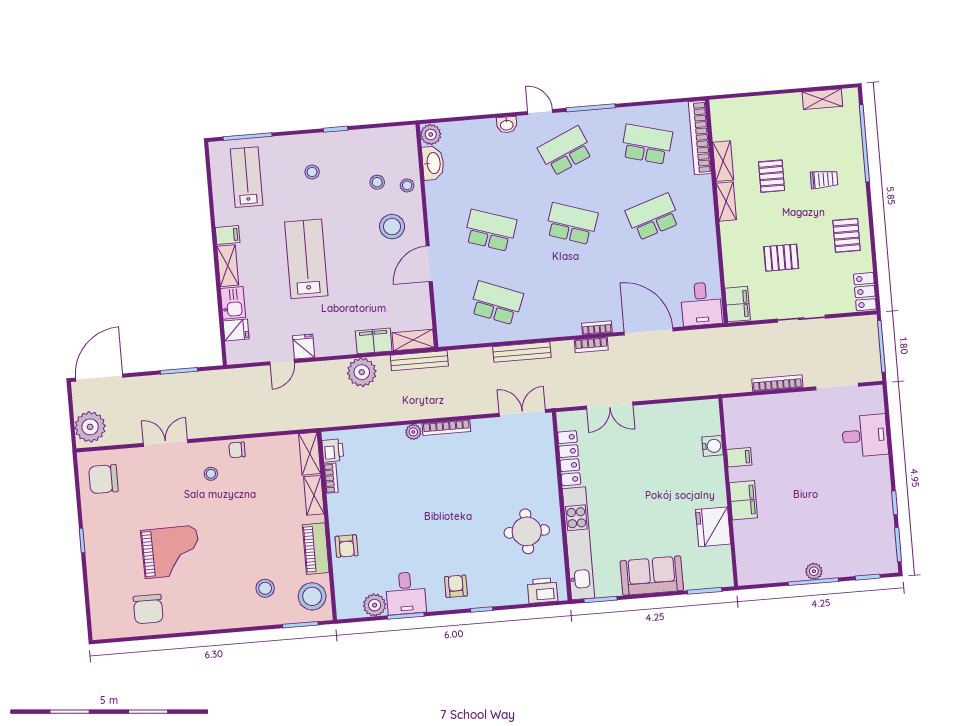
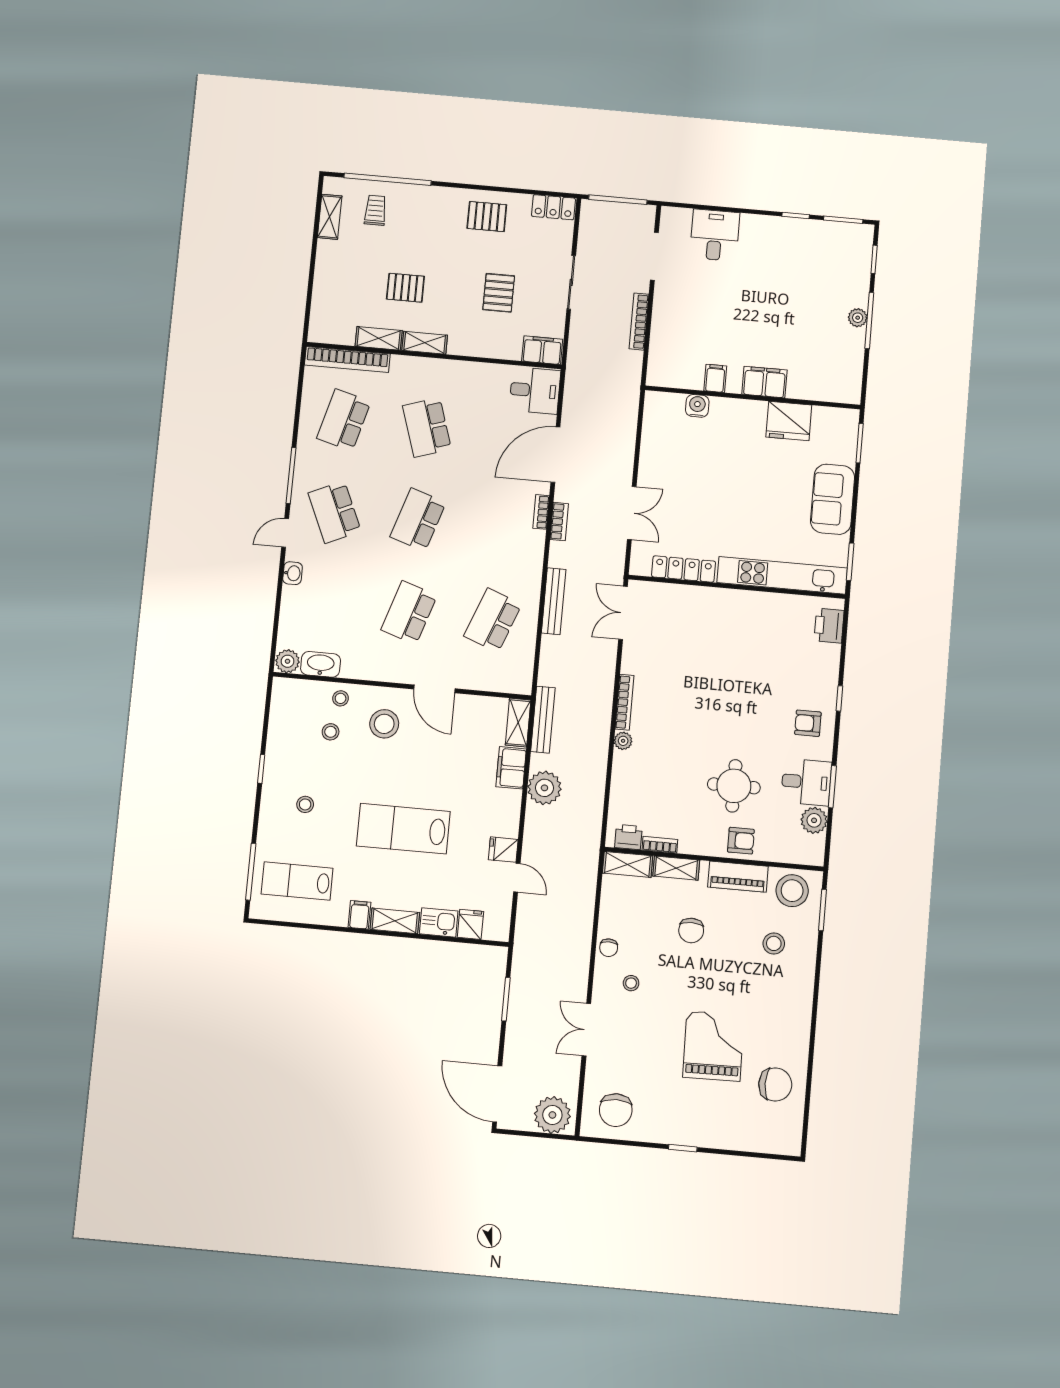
trolley: (824, 179) -> (375, 210), moved
chair: (264, 517) -> (691, 930), added
round table: (527, 531) -> (734, 786), moved

